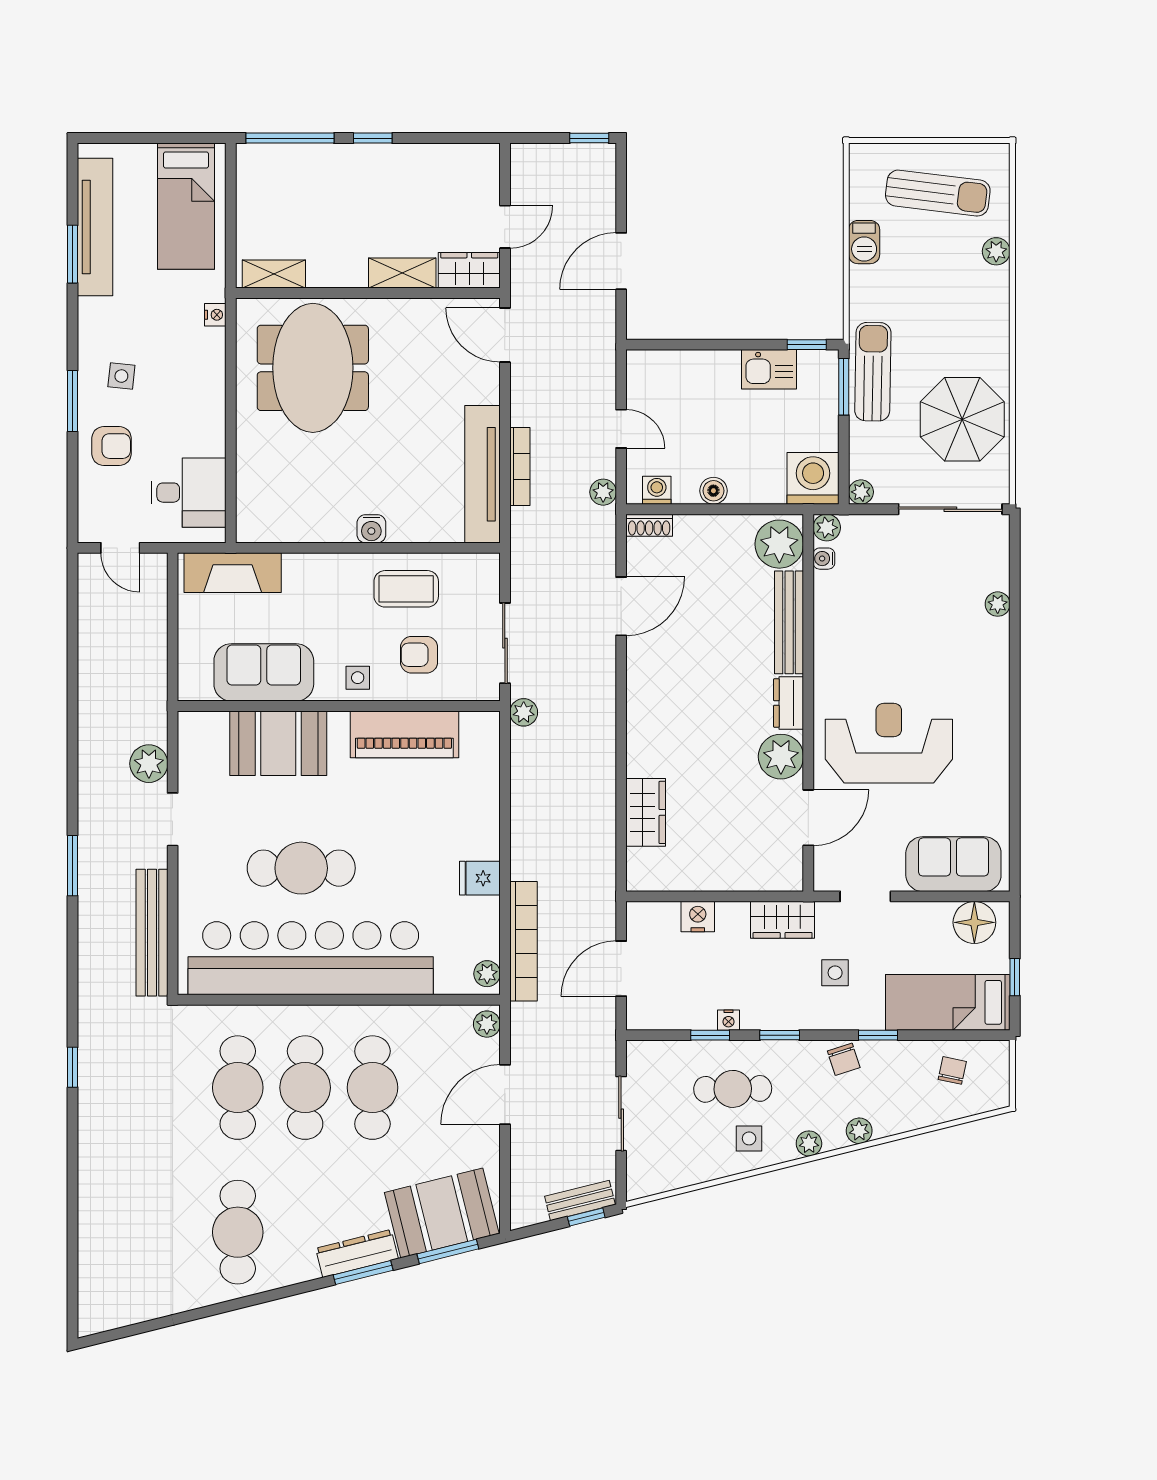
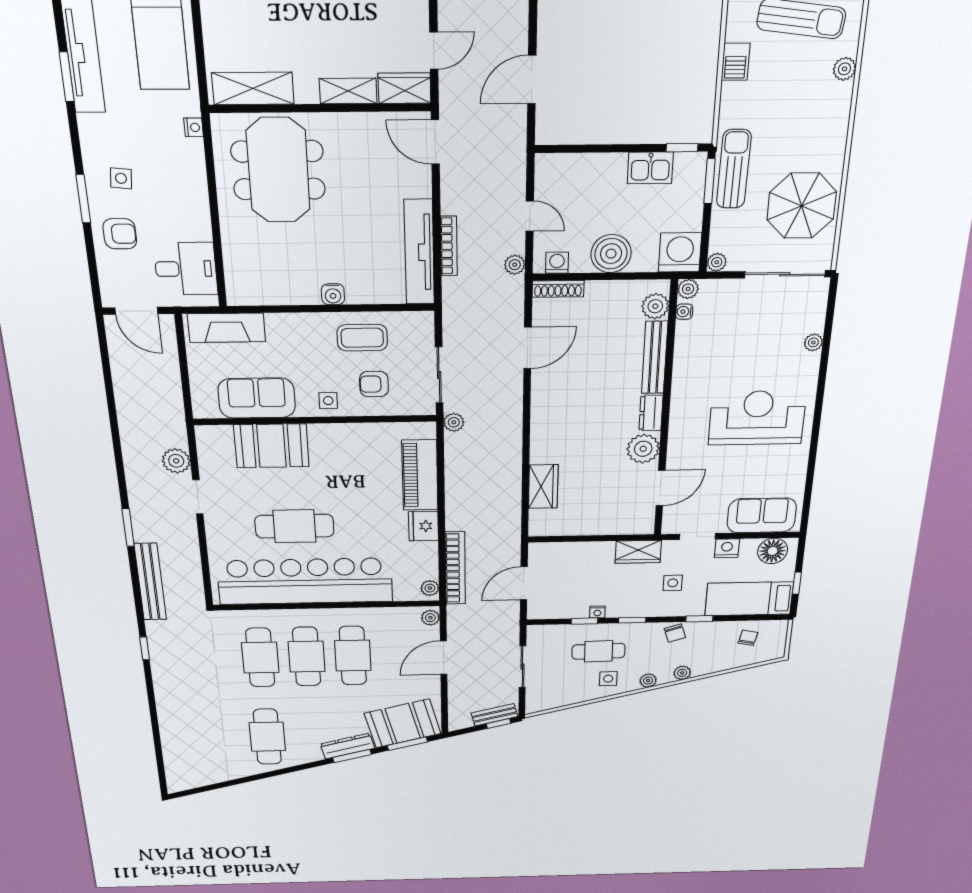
shelving: (274, 274) -> (253, 88), width x1.50, depth x1.33
boiler: (713, 491) -> (611, 254), width x1.86, depth x1.86
shoe rack: (649, 525) -> (558, 289), width x1.43
plant: (779, 544) -> (655, 306), width x0.73, depth x0.73
door: (120, 548) -> (136, 311), width x1.38
piano: (404, 734) -> (420, 475), moved, turned 90
reception desk: (889, 743) -> (757, 418), moved
fridge: (480, 878) -> (423, 526), width x1.38
nightstand: (698, 917) -> (727, 548), moved
bench: (152, 933) -> (150, 582), moved

